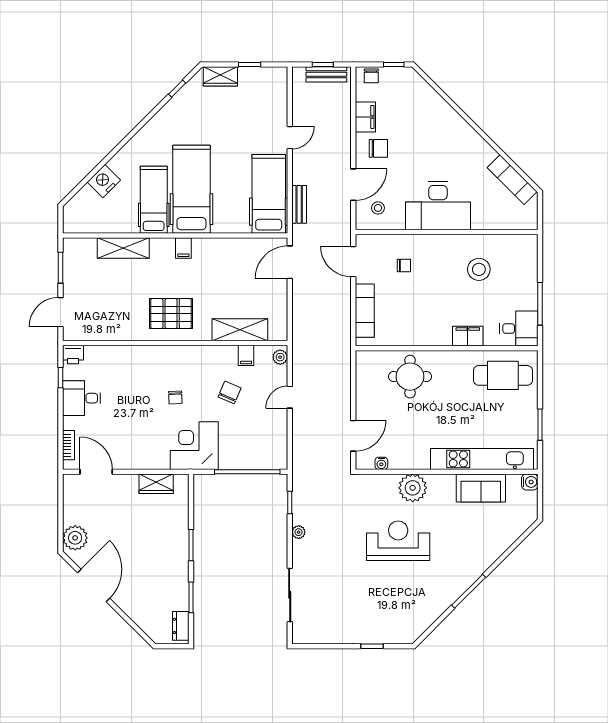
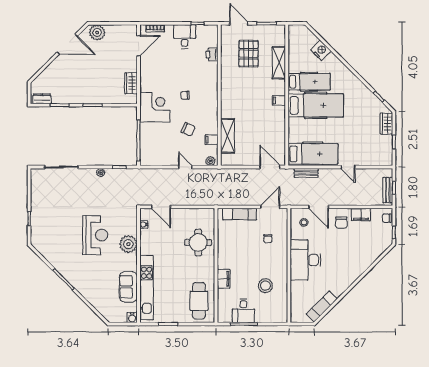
pallet: (171, 314) -> (249, 54), moved
desk: (519, 329) -> (243, 311), moved
printer: (73, 355) -> (212, 54), moved

